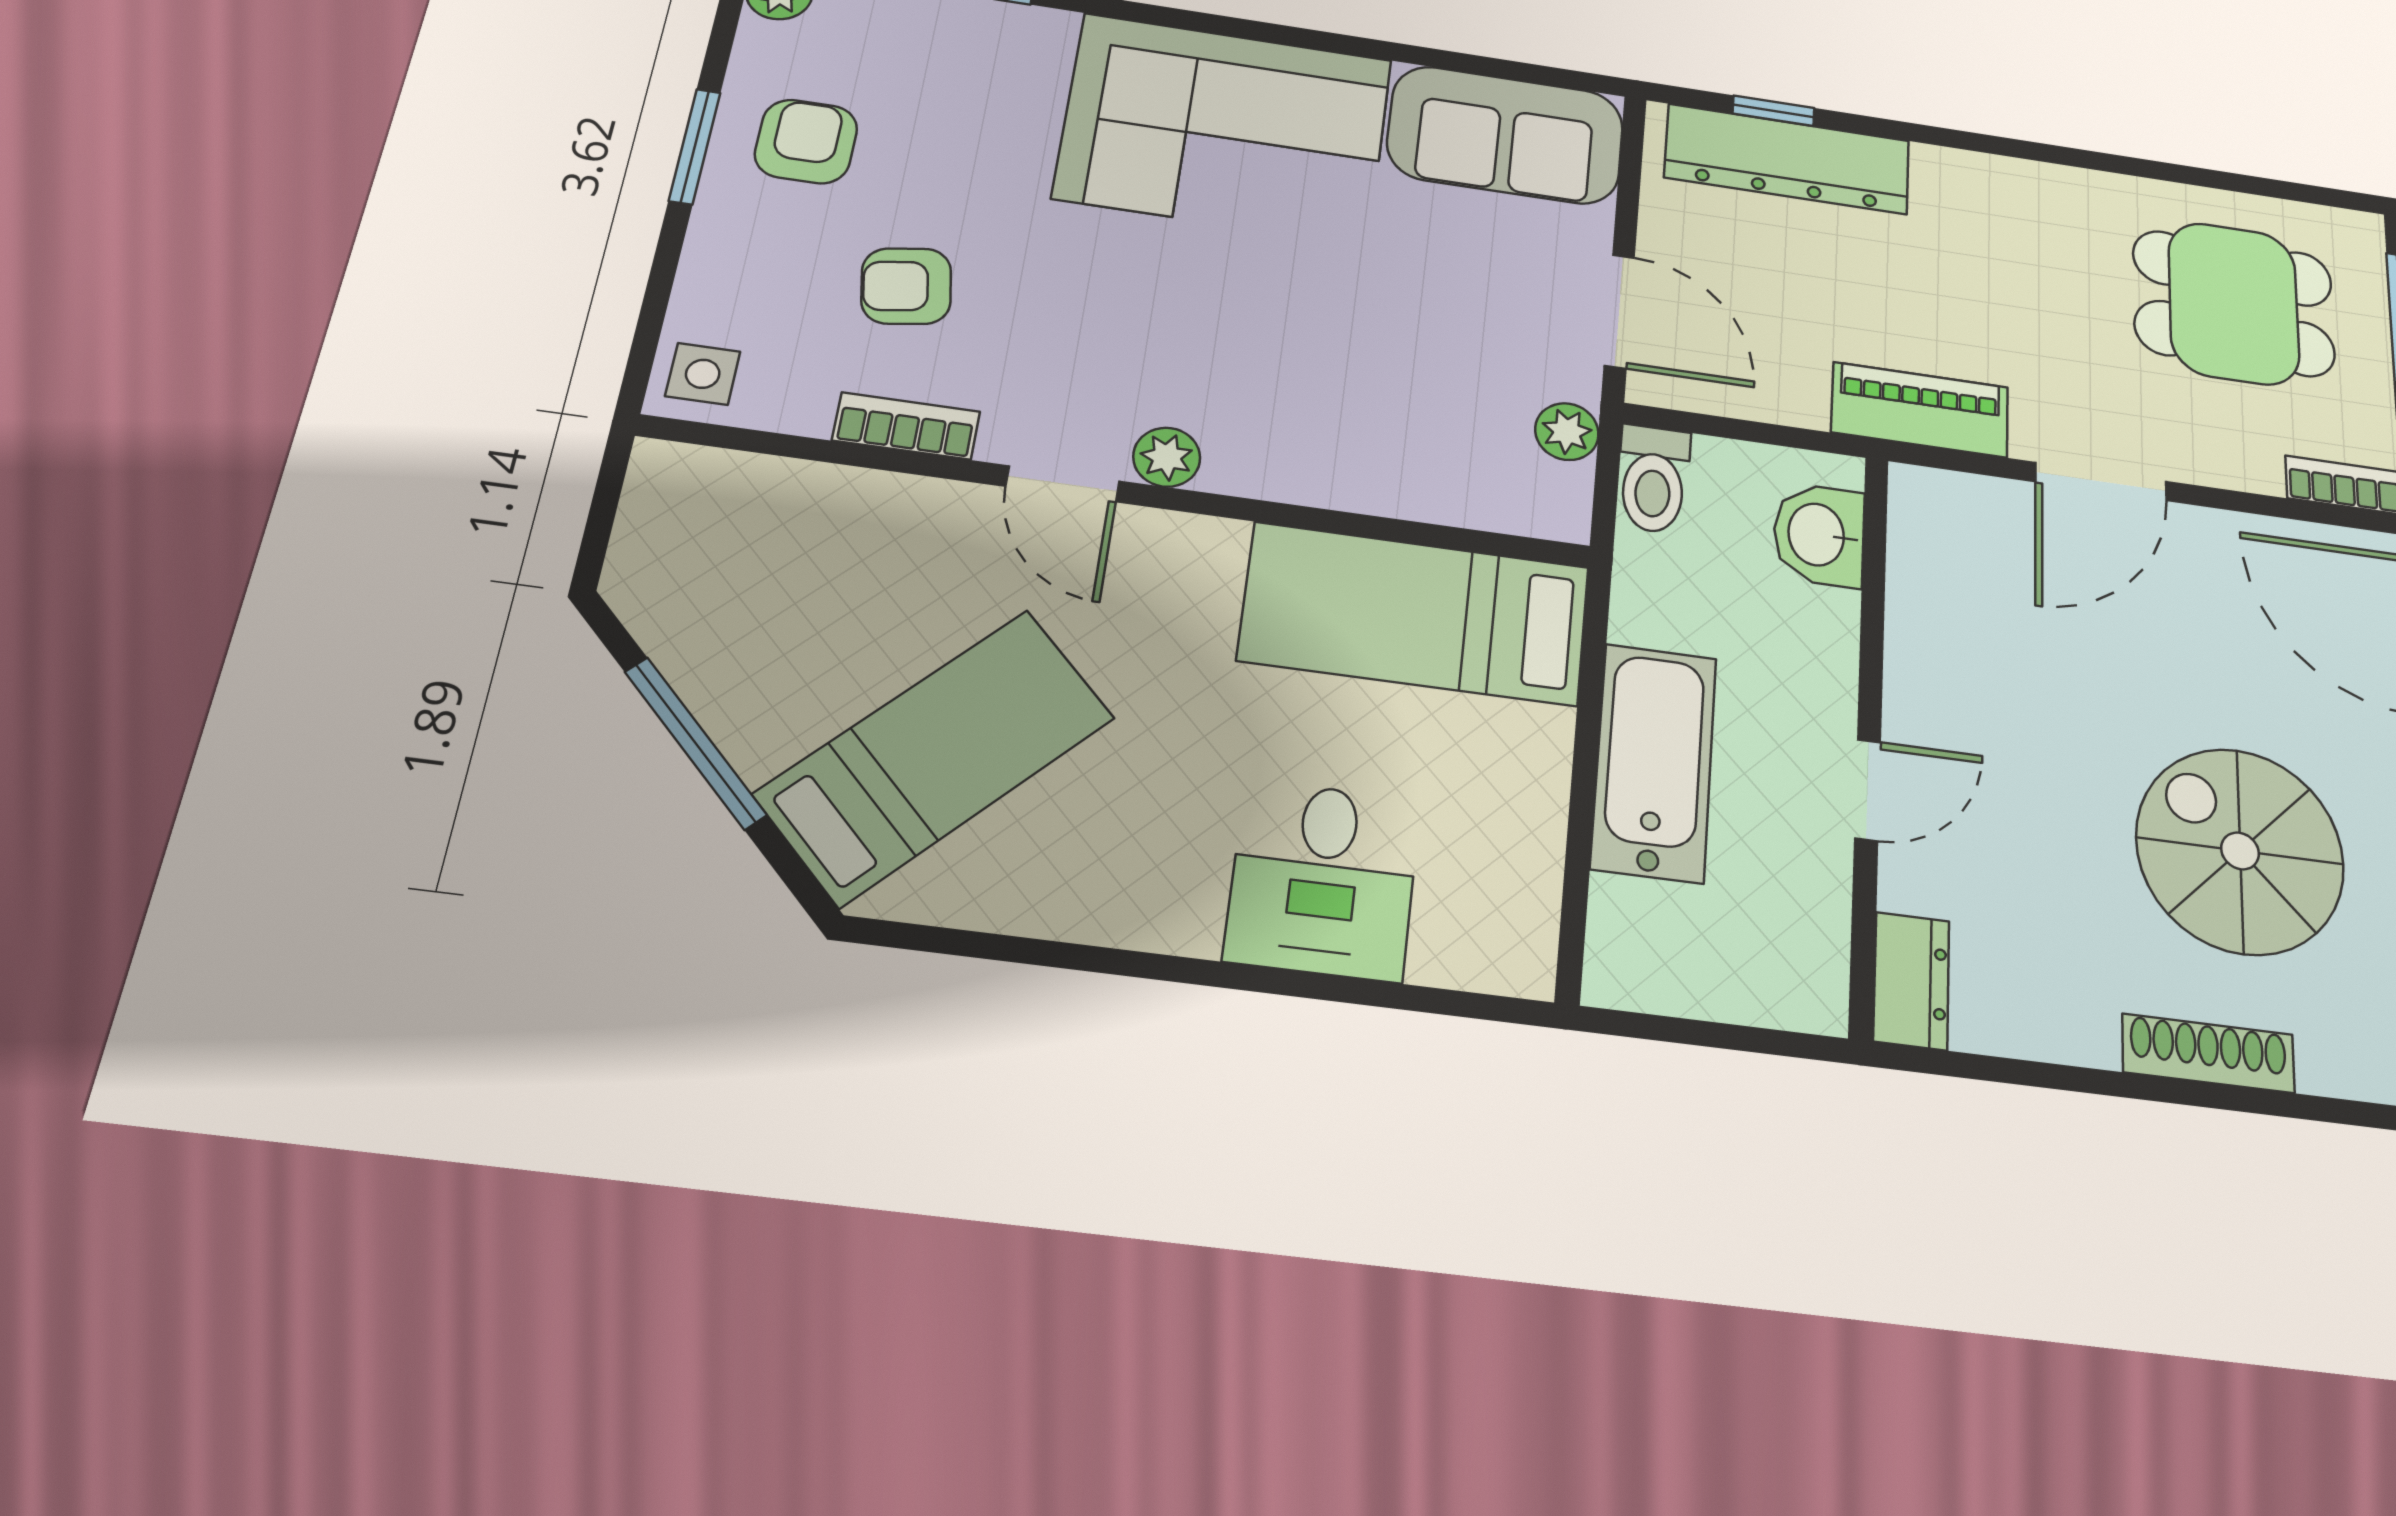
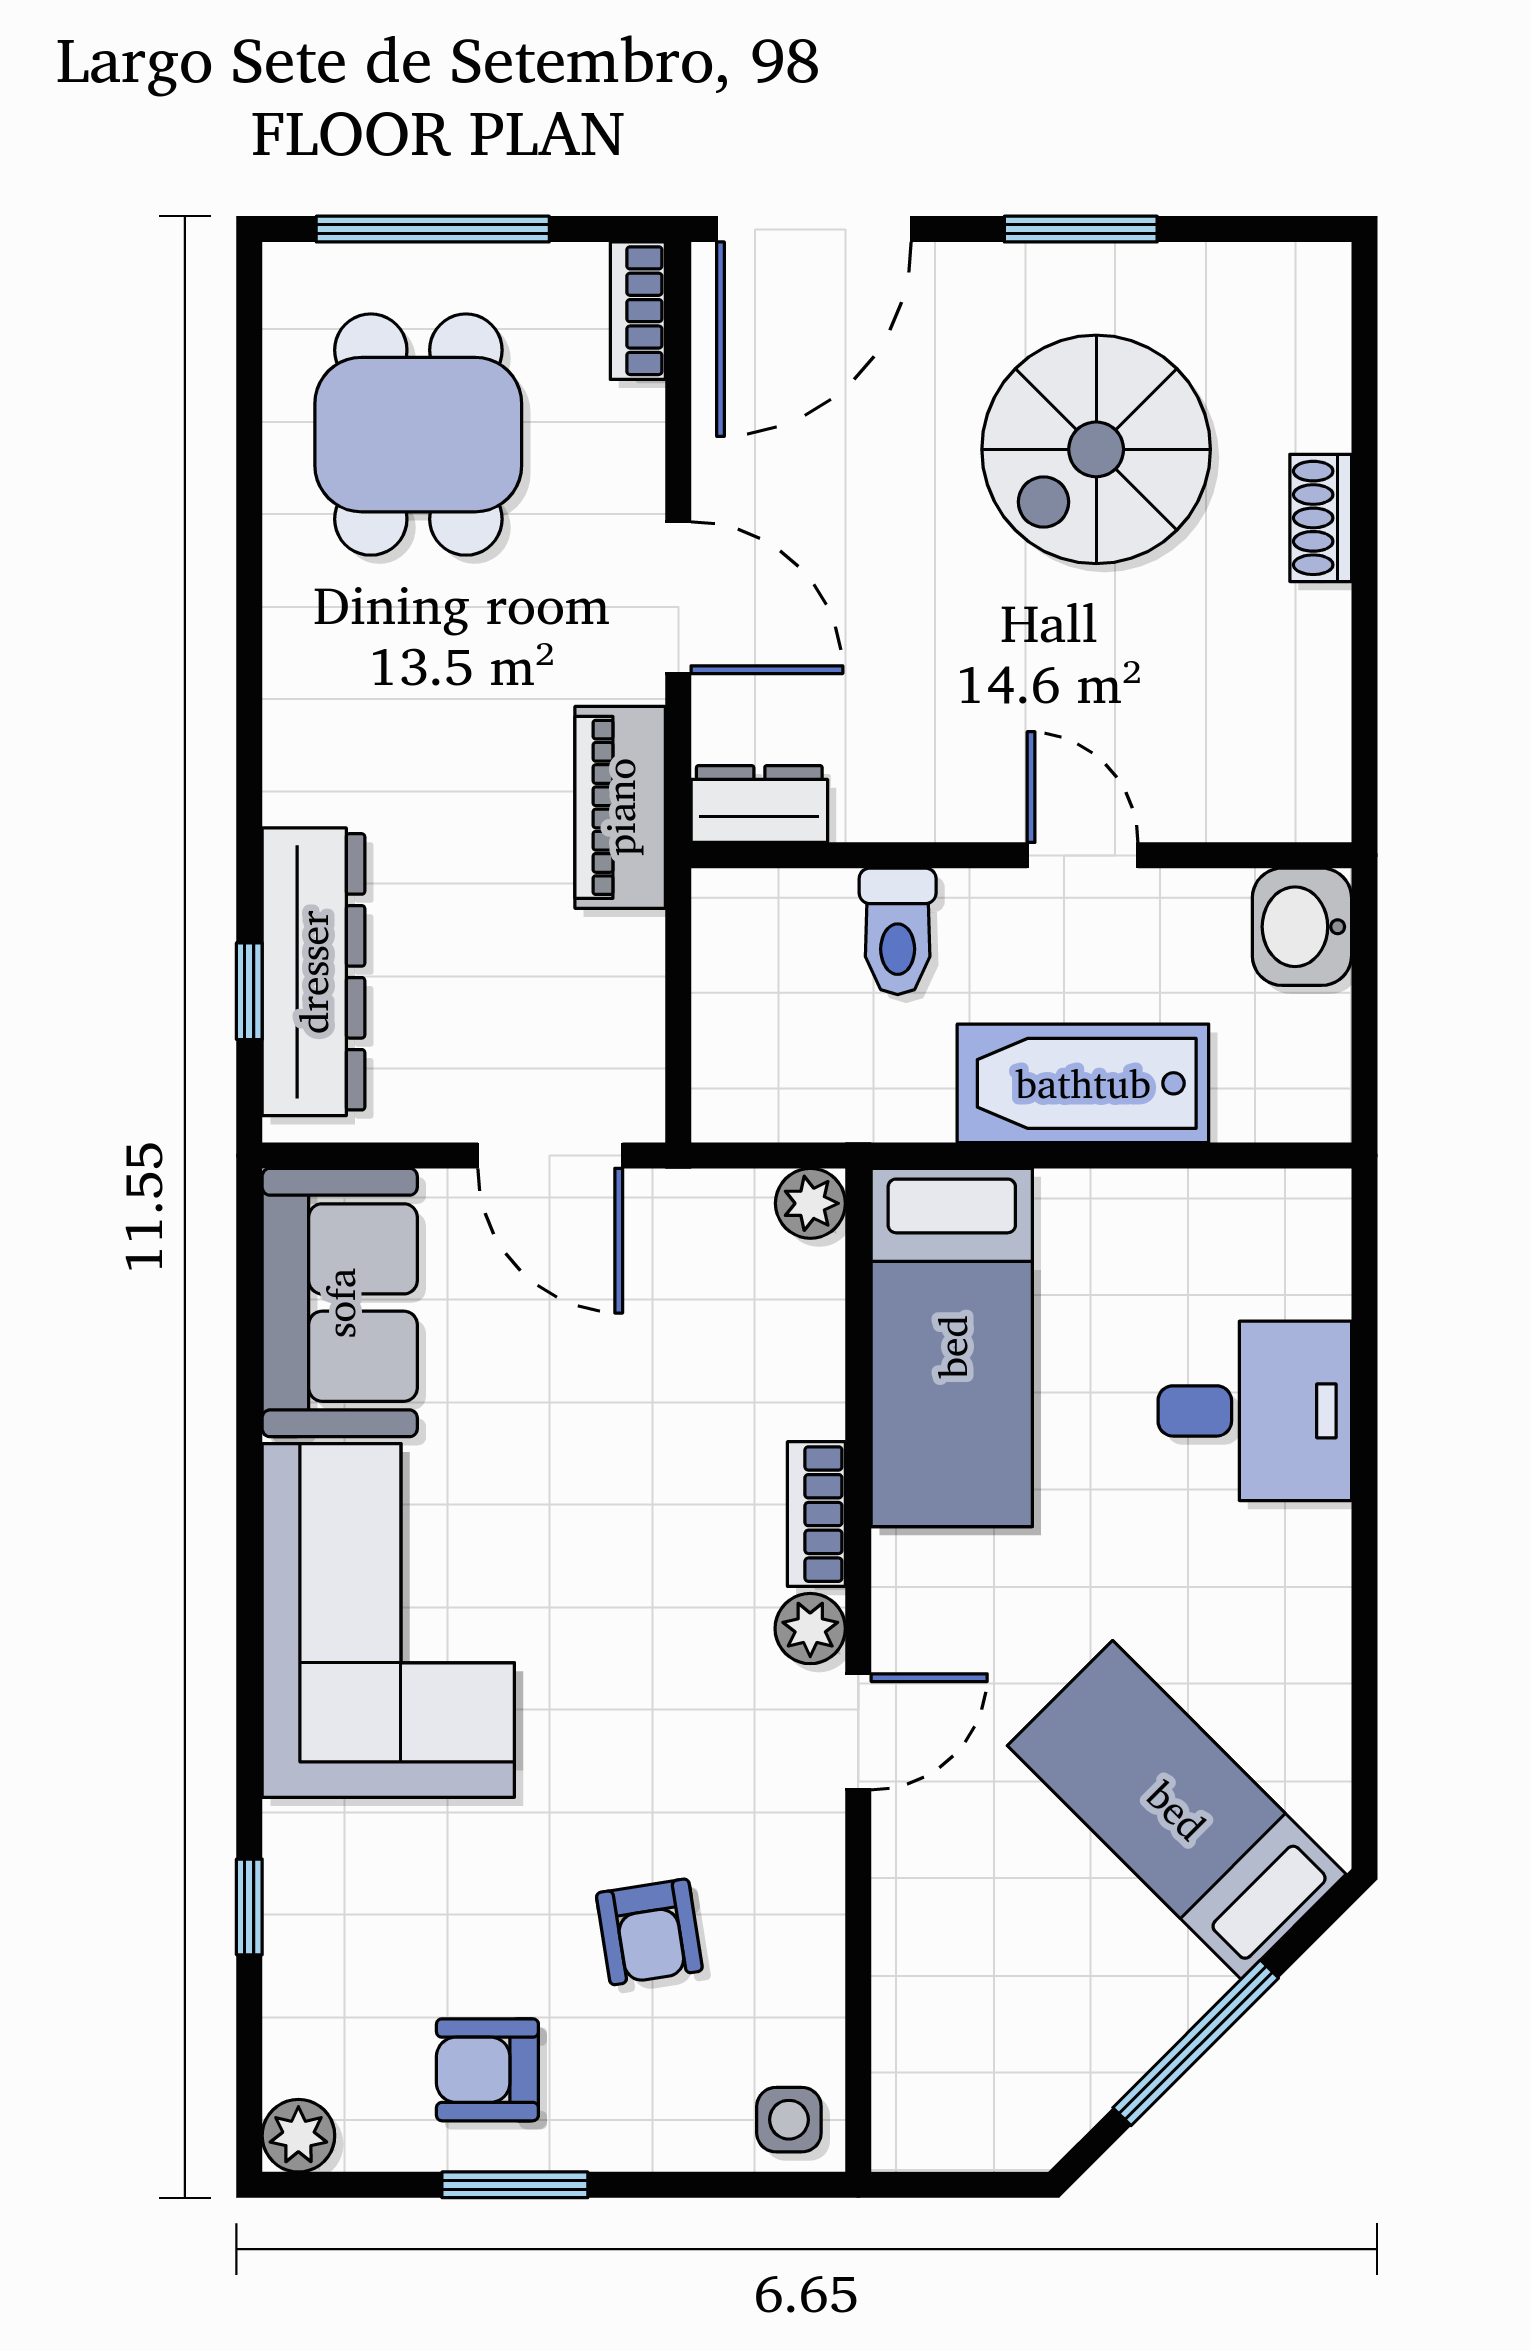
door: (1619, 311) -> (550, 1155), swing flipped
bookcase: (906, 426) -> (816, 1514), moved
plant: (1567, 432) -> (810, 1203), moved
toilet: (1653, 479) -> (898, 931), moved, turned 90
washbasin: (1819, 535) -> (1302, 927), moved, turned 90
dresser: (1911, 981) -> (759, 804), moved
shoe rack: (2208, 1053) -> (1321, 518), width x0.70

